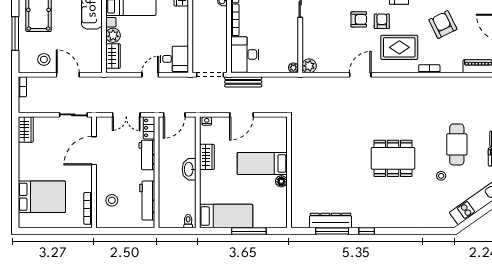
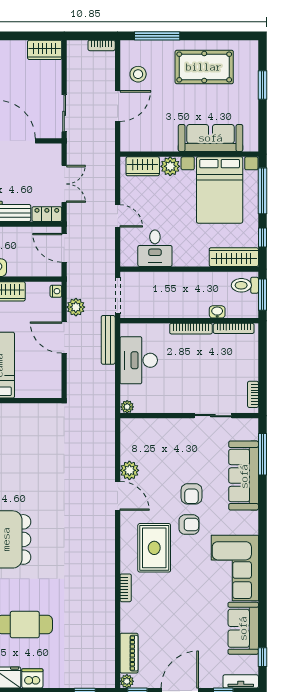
armchair: (443, 25) -> (185, 606), removed
window: (15, 33) -> (157, 36), moved
desk: (245, 54) -> (139, 360), moved, turned -90
desk: (175, 59) -> (155, 248), moved
plant: (309, 66) -> (129, 470), moved
plant: (219, 106) -> (76, 307), added
double door: (126, 115) -> (64, 184), swing flipped

